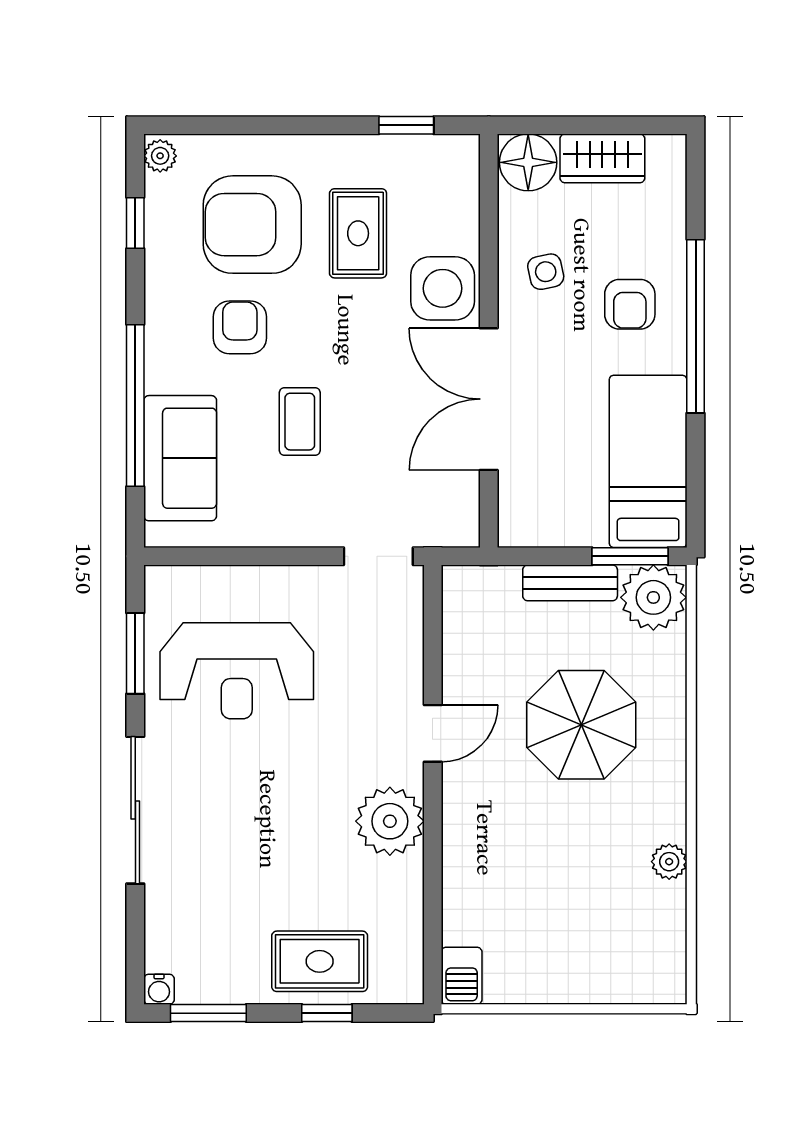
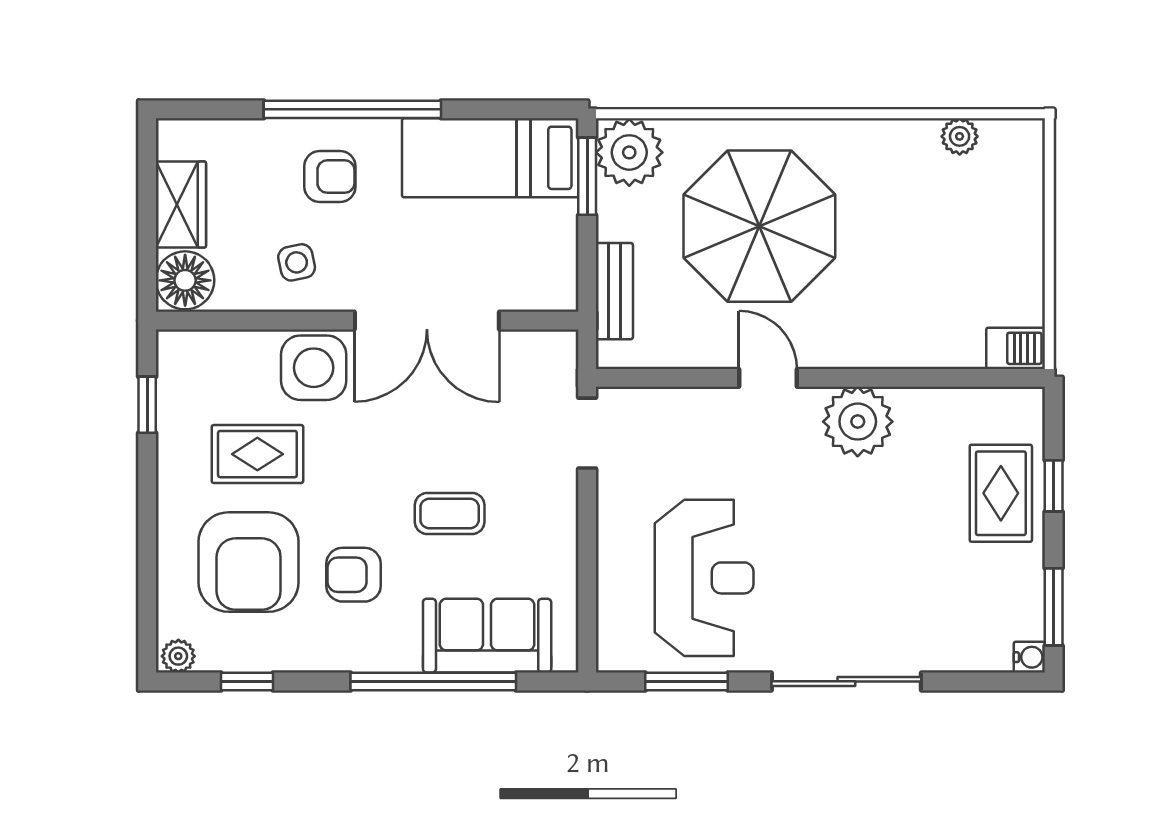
bench: (570, 583) -> (614, 291), moved
parasol: (581, 725) -> (759, 226), width x1.36, depth x1.36
plant: (669, 862) -> (960, 136), moved

